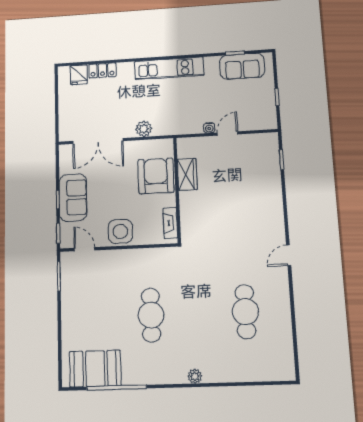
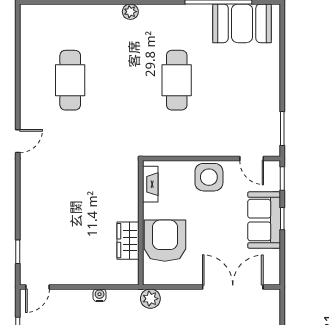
plant: (144, 129) -> (150, 299), moved
door: (227, 133) -> (37, 287), moved
armchair: (156, 176) -> (165, 241), turned 180

